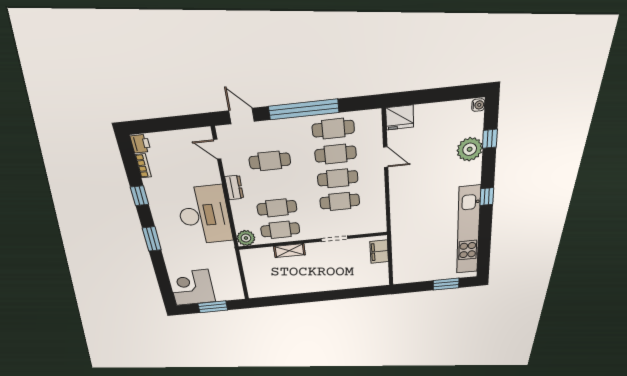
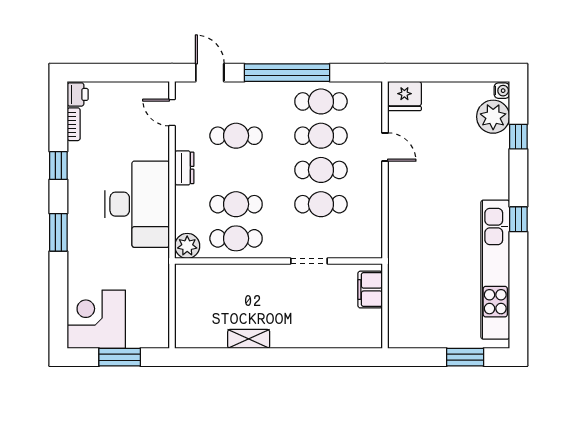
plant: (470, 149) -> (493, 117), moved
shelving: (289, 251) -> (249, 339), moved

